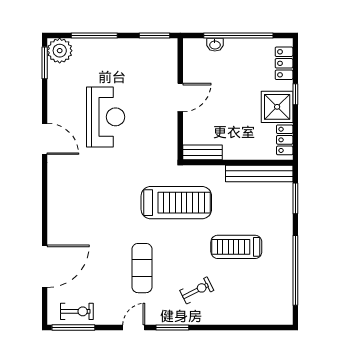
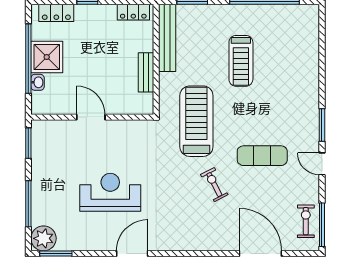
shower: (277, 107) -> (47, 57), moved
bench: (203, 152) -> (146, 72), moved
exercise bike: (197, 290) -> (214, 185), moved

